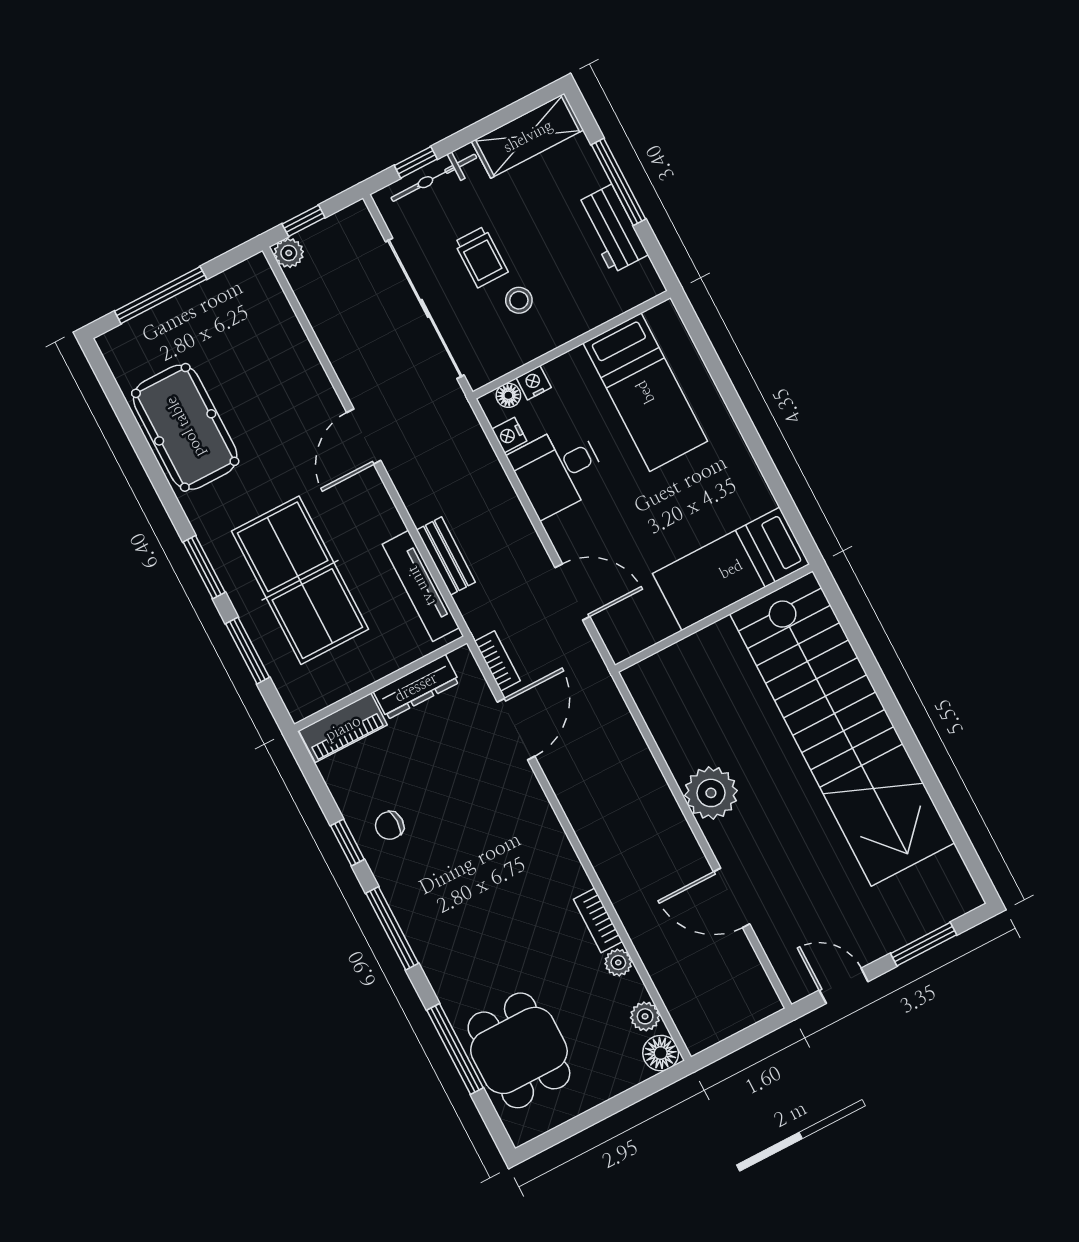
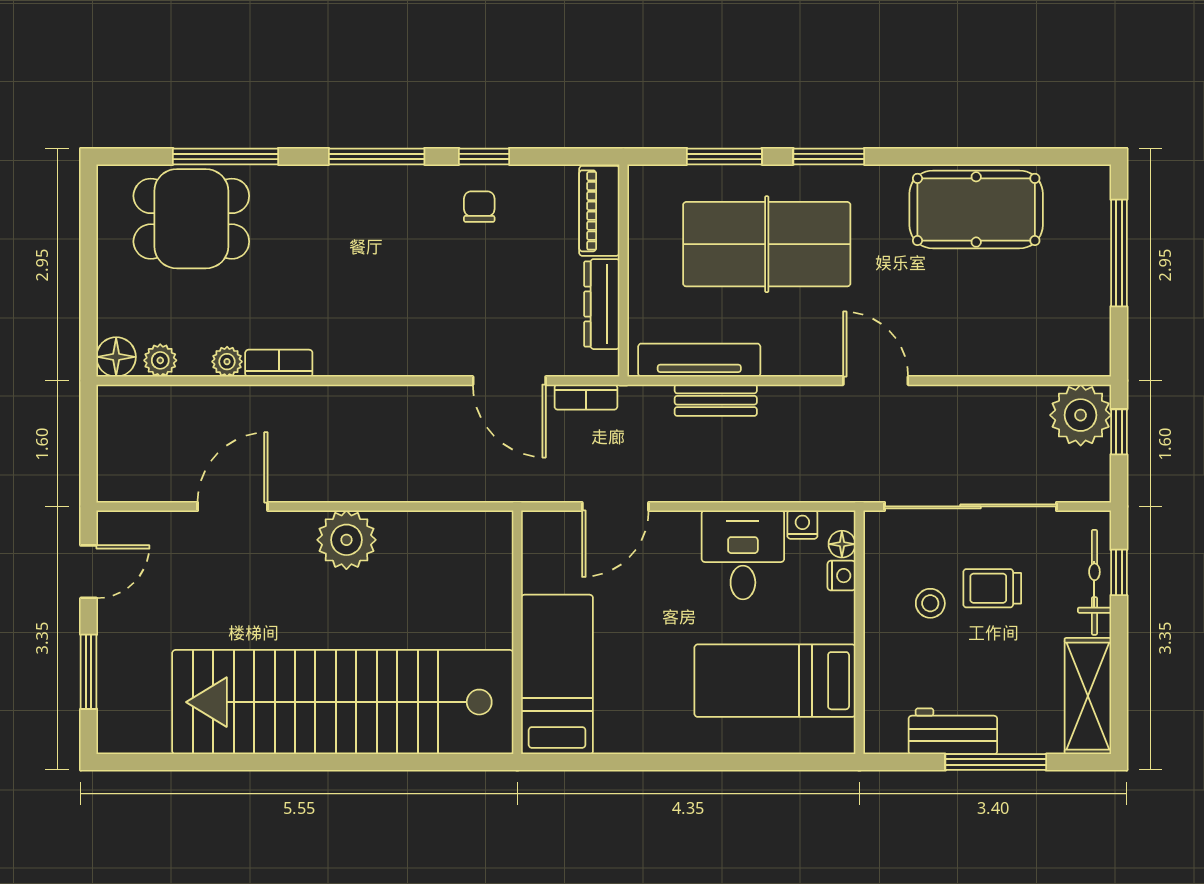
plant: (289, 253) -> (1081, 415), width x1.87, depth x1.87

